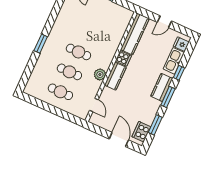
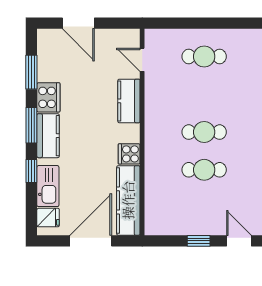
door: (164, 22) -> (91, 241), width x1.87
cafe table: (69, 72) -> (204, 170), moved
plant: (100, 75) -> (154, 112), removed
kitchen counter: (115, 76) -> (129, 101), moved
cooker: (141, 132) -> (48, 97), moved

